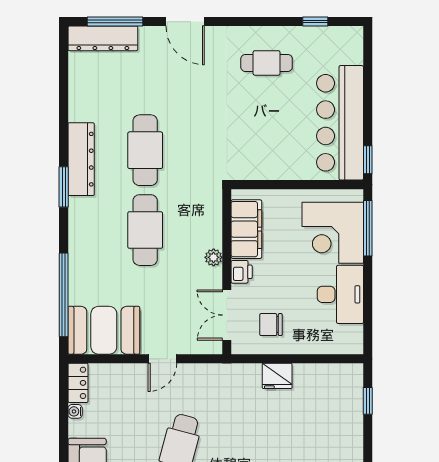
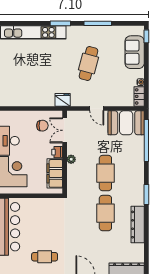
dresser: (81, 159) -> (138, 225), moved
double door: (227, 315) -> (65, 130), swing flipped
door: (162, 359) -> (97, 109), swing flipped
fridge: (277, 376) -> (63, 100), moved

